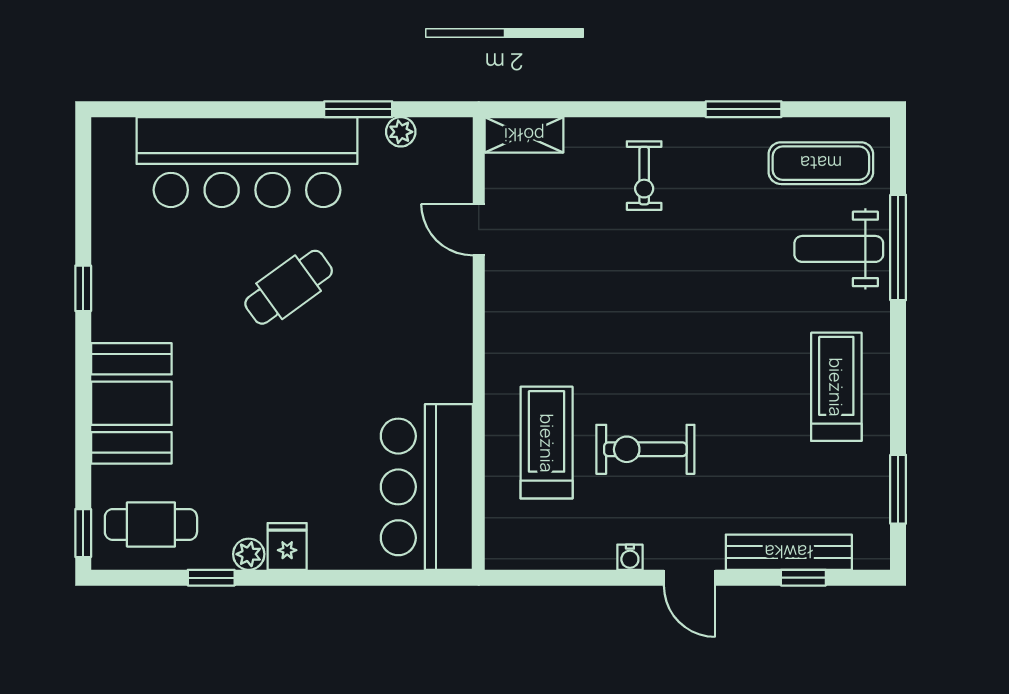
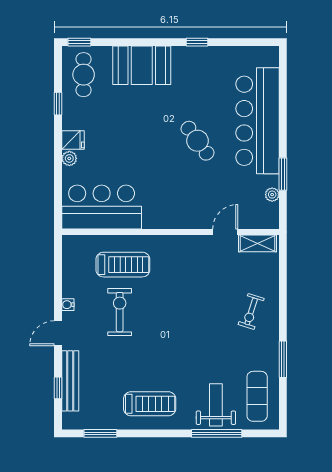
shelving: (524, 135) -> (258, 243), moved, turned 90
exercise bike: (644, 176) -> (251, 311), turned -72
plant: (249, 554) -> (69, 158), moved

